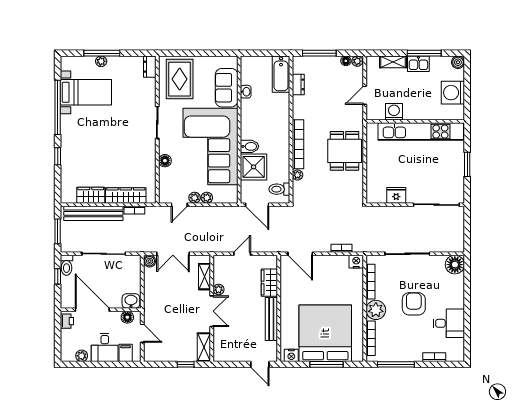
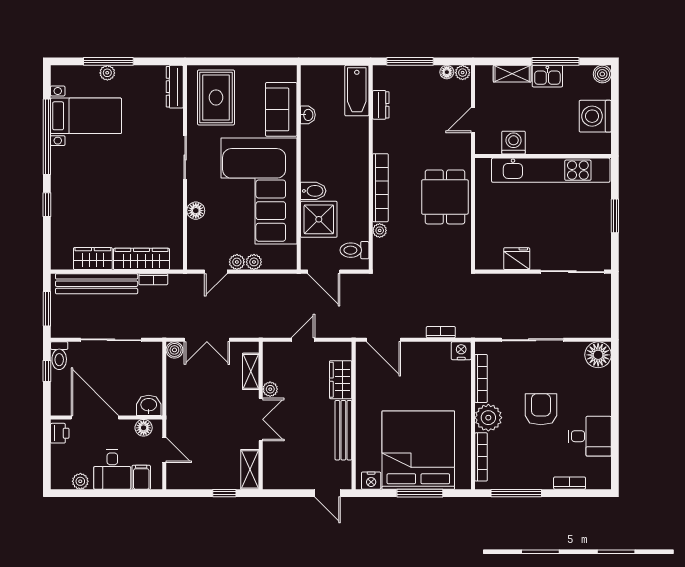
dresser: (150, 67) -> (175, 87), width x1.44

